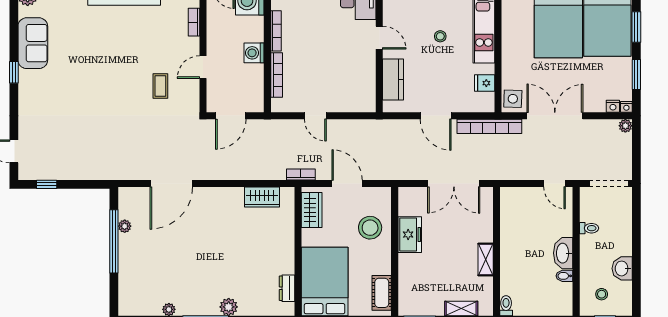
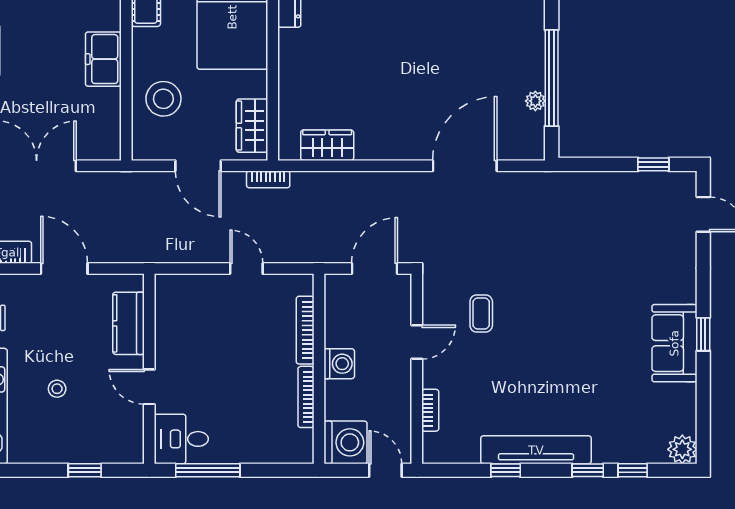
sofa: (33, 43) -> (674, 343), moved
freezer: (410, 235) -> (103, 59), moved

